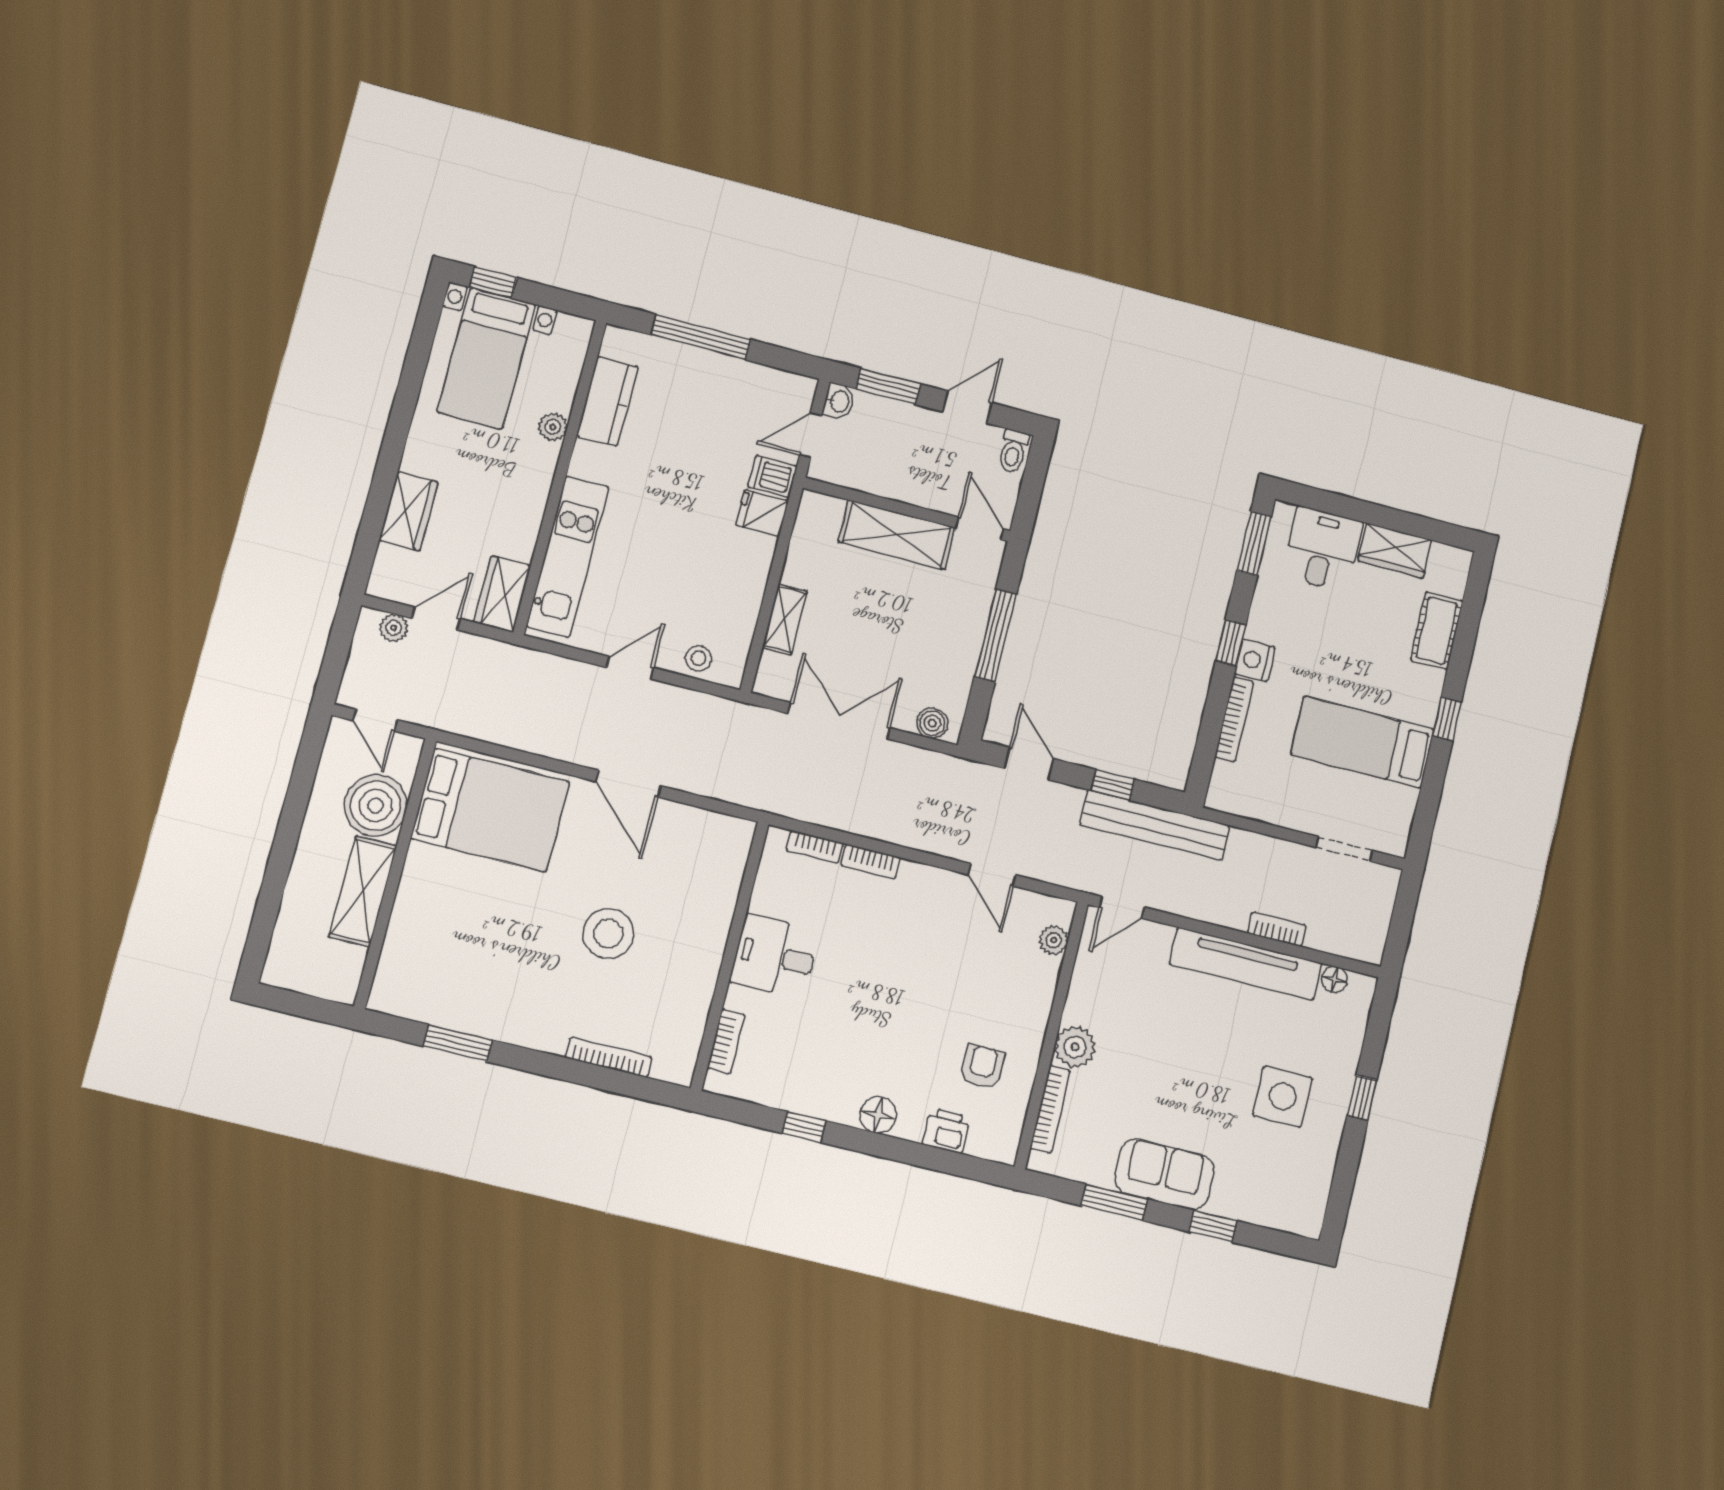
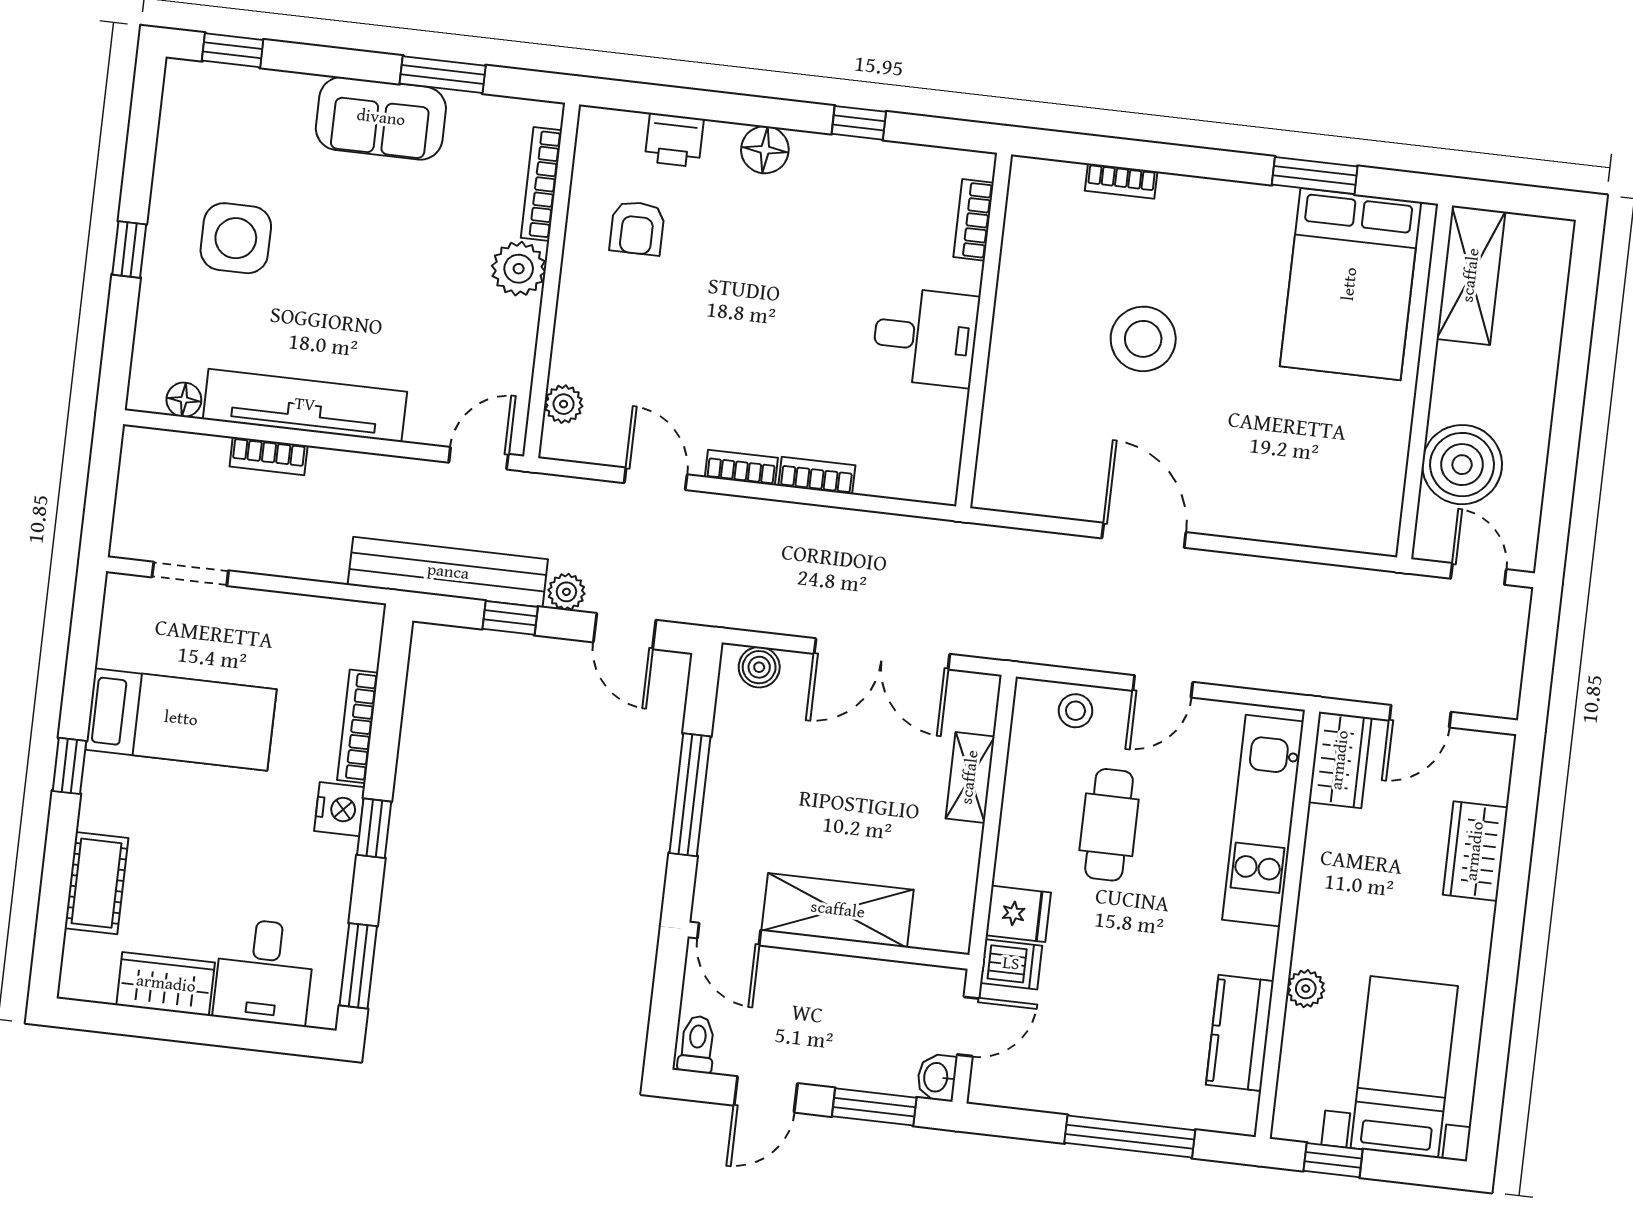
window: (493, 282) -> (1333, 1160), moved
cafe table: (685, 570) -> (1109, 825), added
plant: (394, 628) -> (566, 592), moved
bed: (490, 810) -> (1350, 284), moved, turned -90
bookcase: (815, 847) -> (741, 468), moved
shelving: (363, 891) -> (1471, 275), moved
bookcase: (609, 1057) -> (1121, 181), width x0.64
window: (1213, 1226) -> (233, 50), moved

